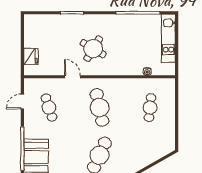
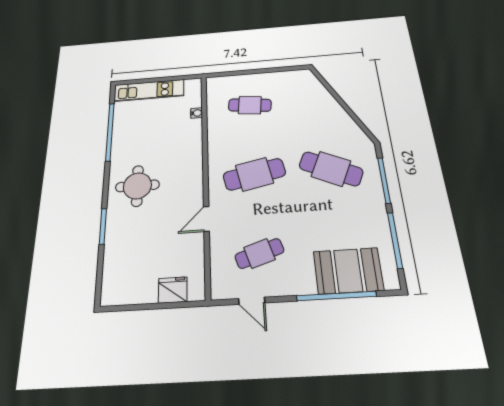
round table: (93, 49) -> (137, 186), moved, turned -31

